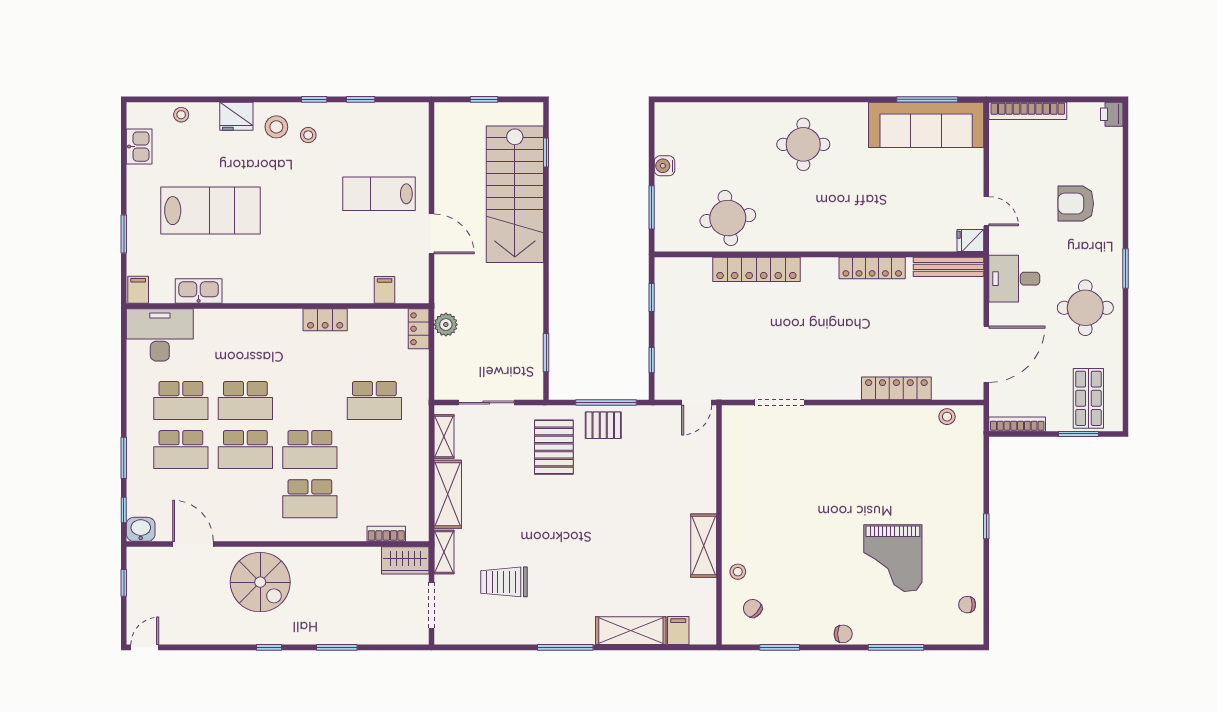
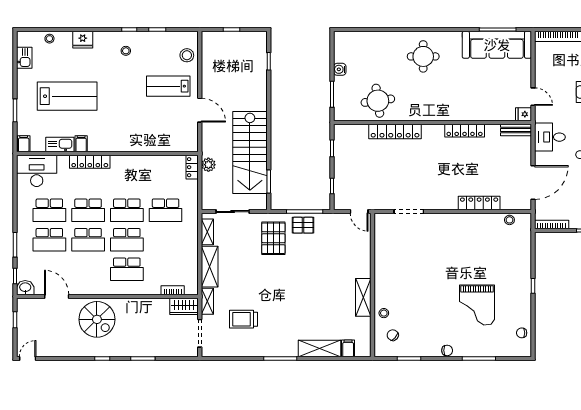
stool: (276, 127) -> (187, 55), moved
stairs: (515, 194) -> (250, 152), moved
bench: (948, 267) -> (516, 130), width x0.73
filing cabinet: (385, 290) -> (81, 144), moved
locker: (325, 320) -> (90, 162), moved, width x1.53
school desk: (310, 400) -> (127, 210), added
door: (697, 403) -> (359, 212), hinge flipped

